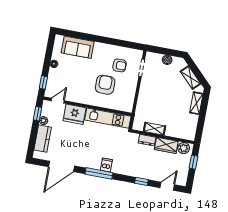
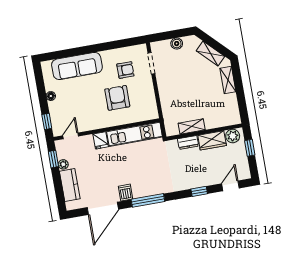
sofa: (78, 47) -> (77, 66), width x1.36
fridge: (75, 114) -> (101, 140), width x0.53, depth x0.75
dishwasher: (106, 165) -> (125, 193), moved

